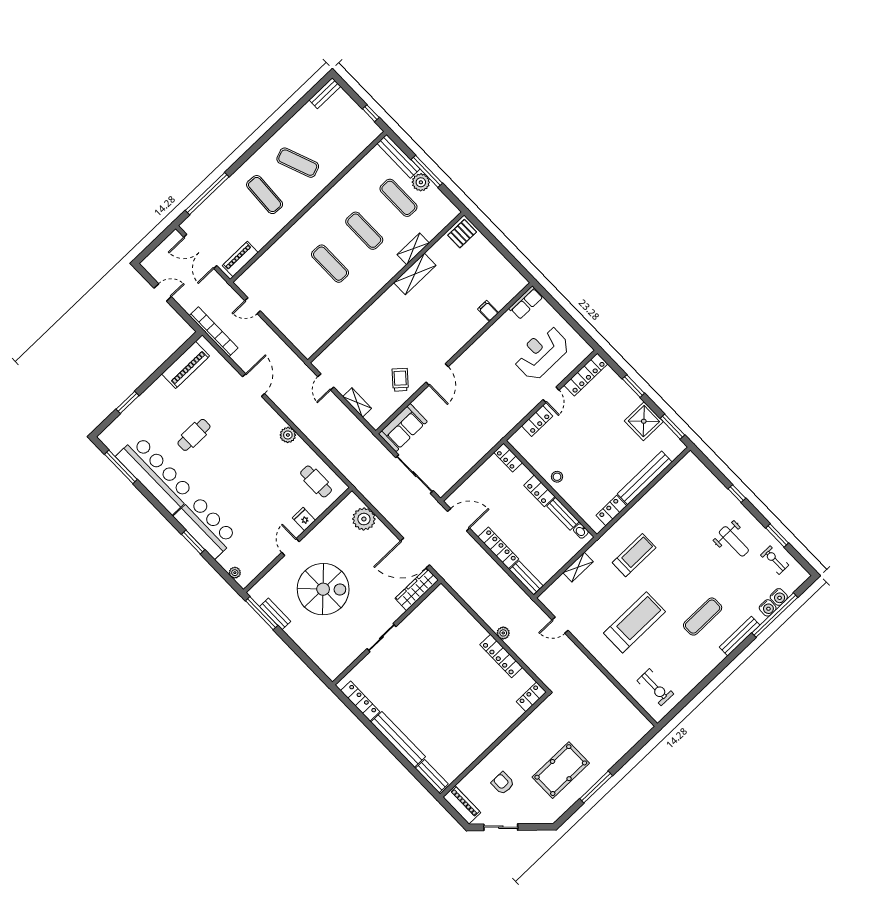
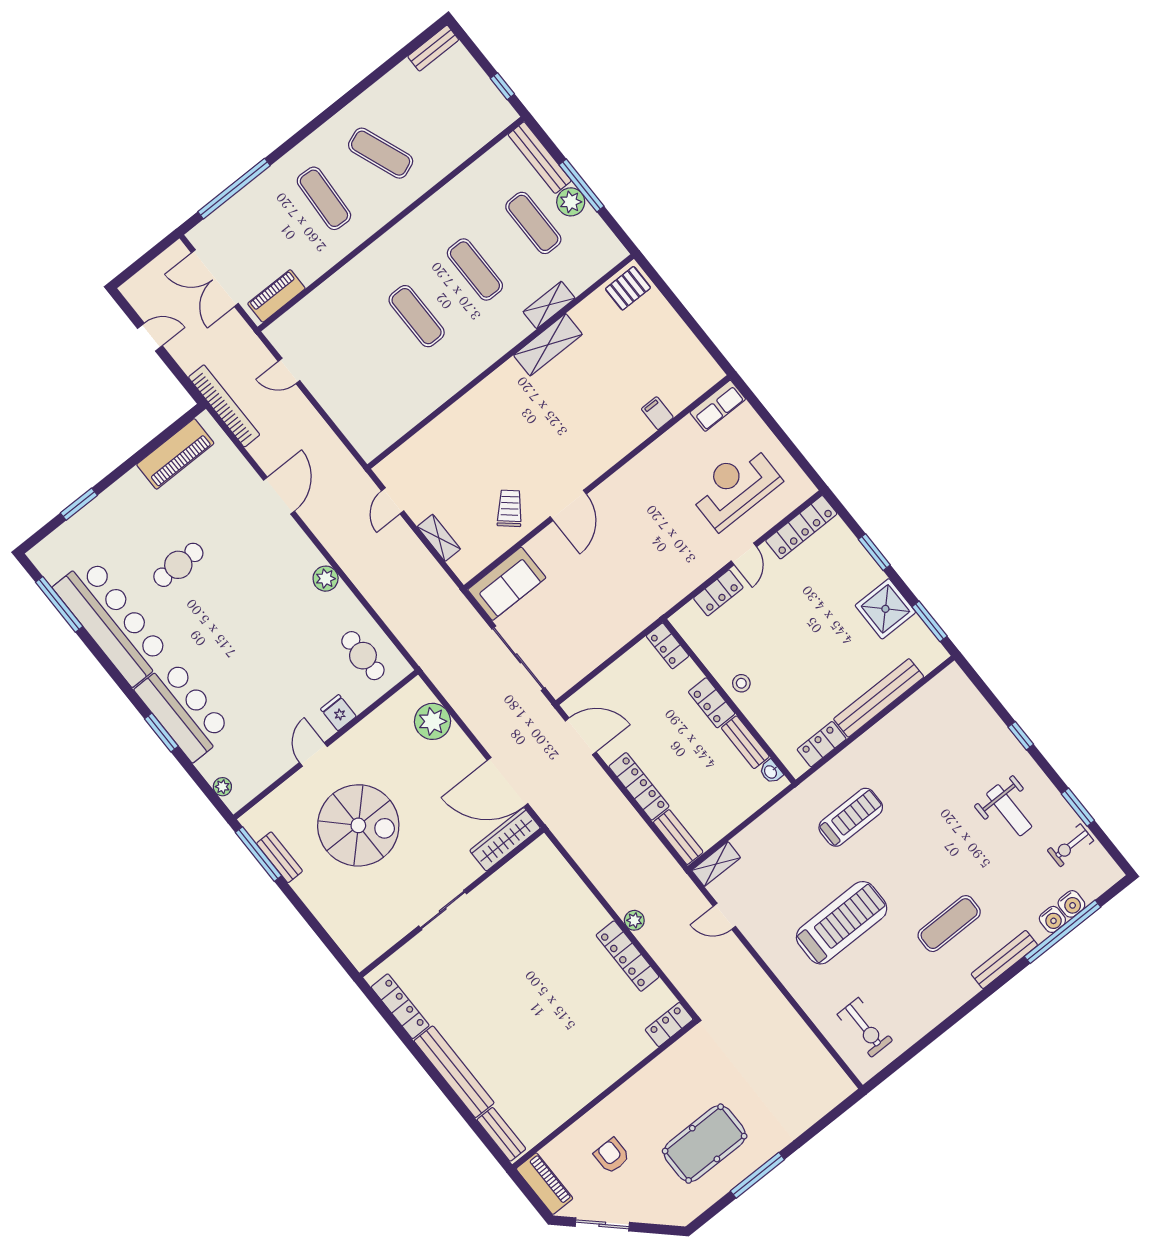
exercise bike: (775, 560) -> (1070, 845), turned -90
shelving: (578, 567) -> (716, 864), moved

